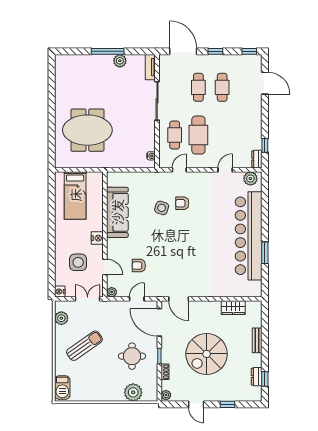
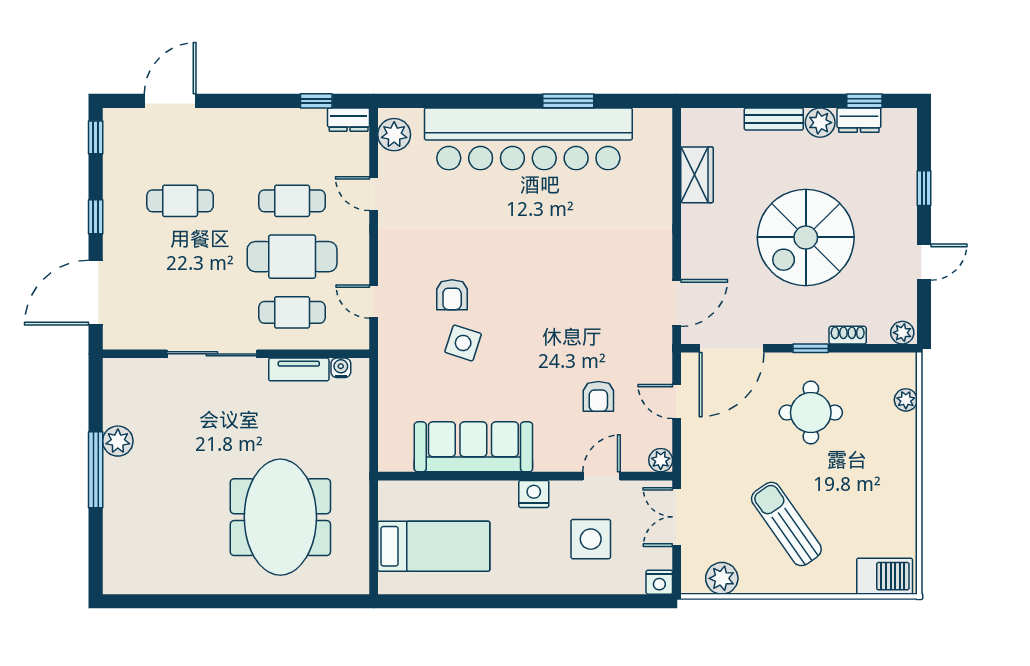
tv unit: (150, 67) -> (299, 369), moved
cafe table: (198, 87) -> (292, 201), moved
spiral stairs: (207, 354) -> (806, 237), turned 90
plant: (256, 360) -> (820, 123), added
plant: (133, 392) -> (906, 400), width x0.53, depth x0.53

